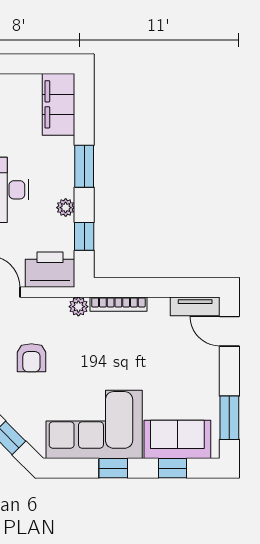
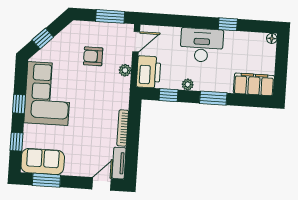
bookcase: (118, 304) -> (123, 128), moved
plant: (78, 307) -> (125, 70), moved
sofa: (177, 439) -> (43, 161), moved, turned -90

